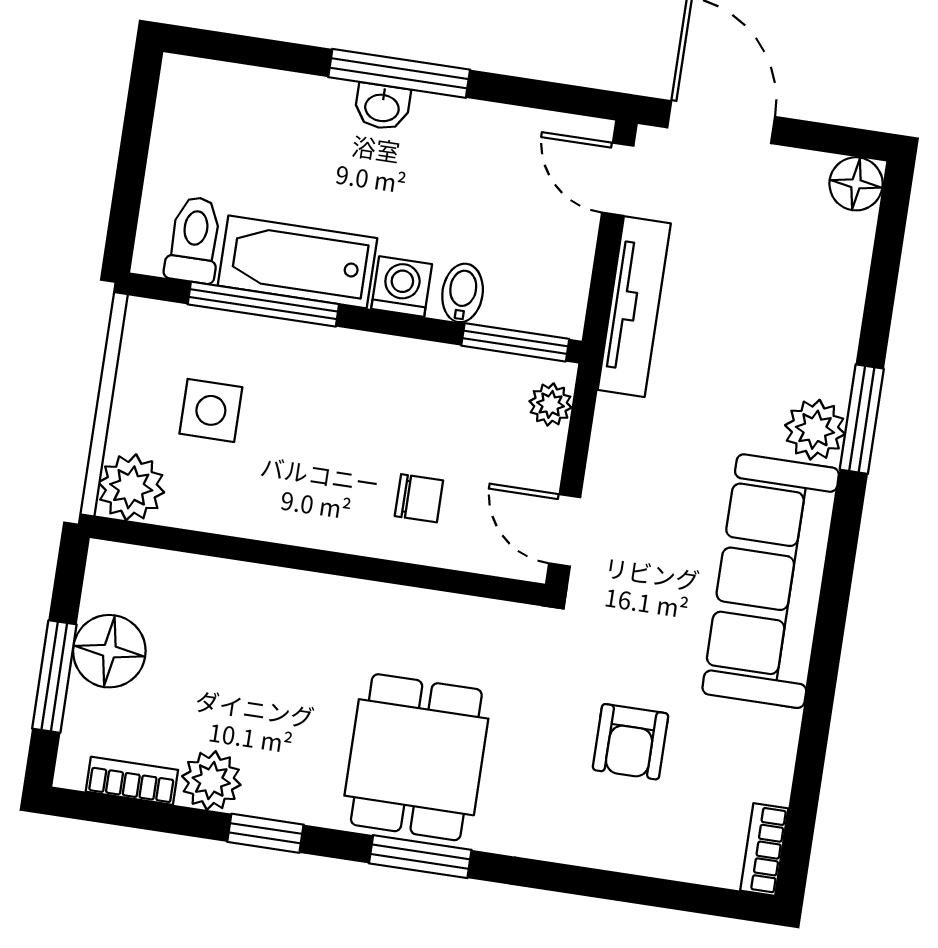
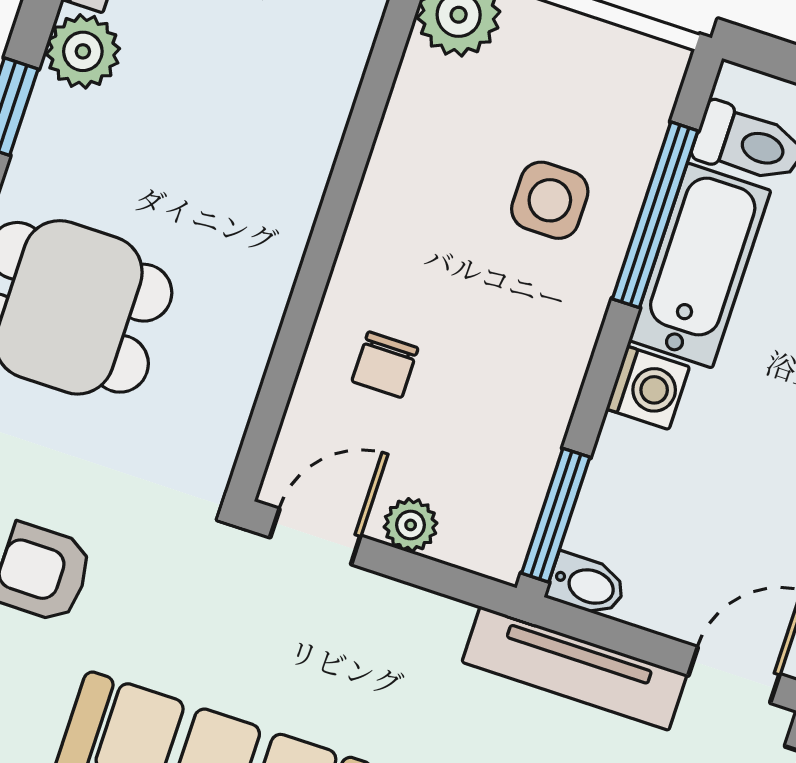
bidet: (463, 293) -> (586, 585), moved
plant: (551, 404) -> (411, 525), moved
side table: (211, 410) -> (550, 200), moved

